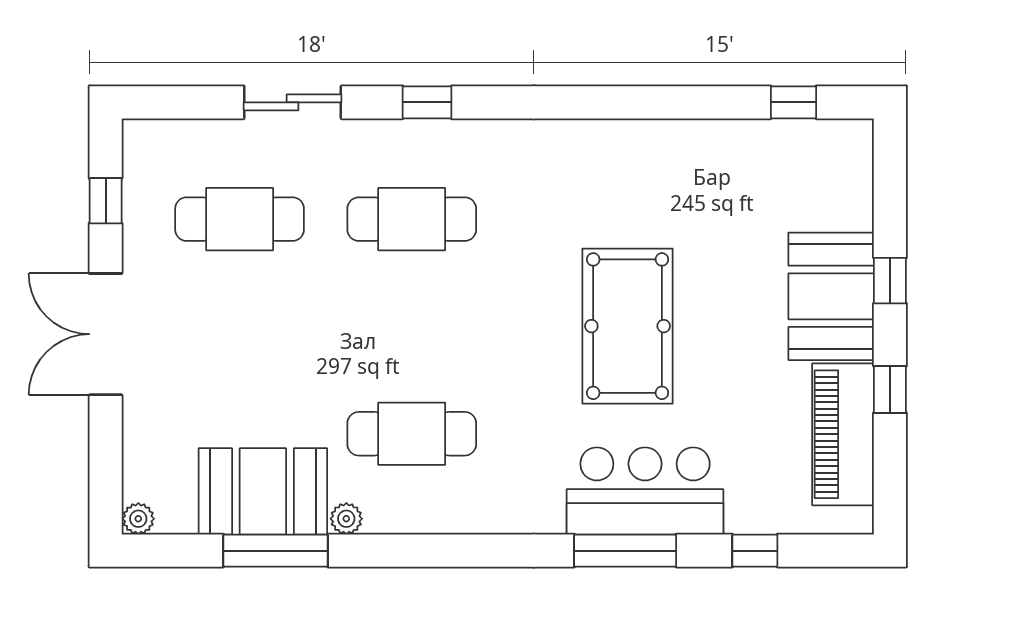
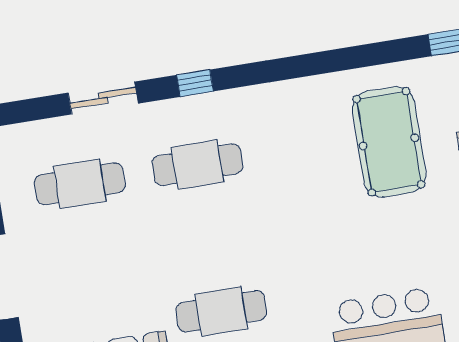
pool table: (628, 326) -> (389, 142), moved

